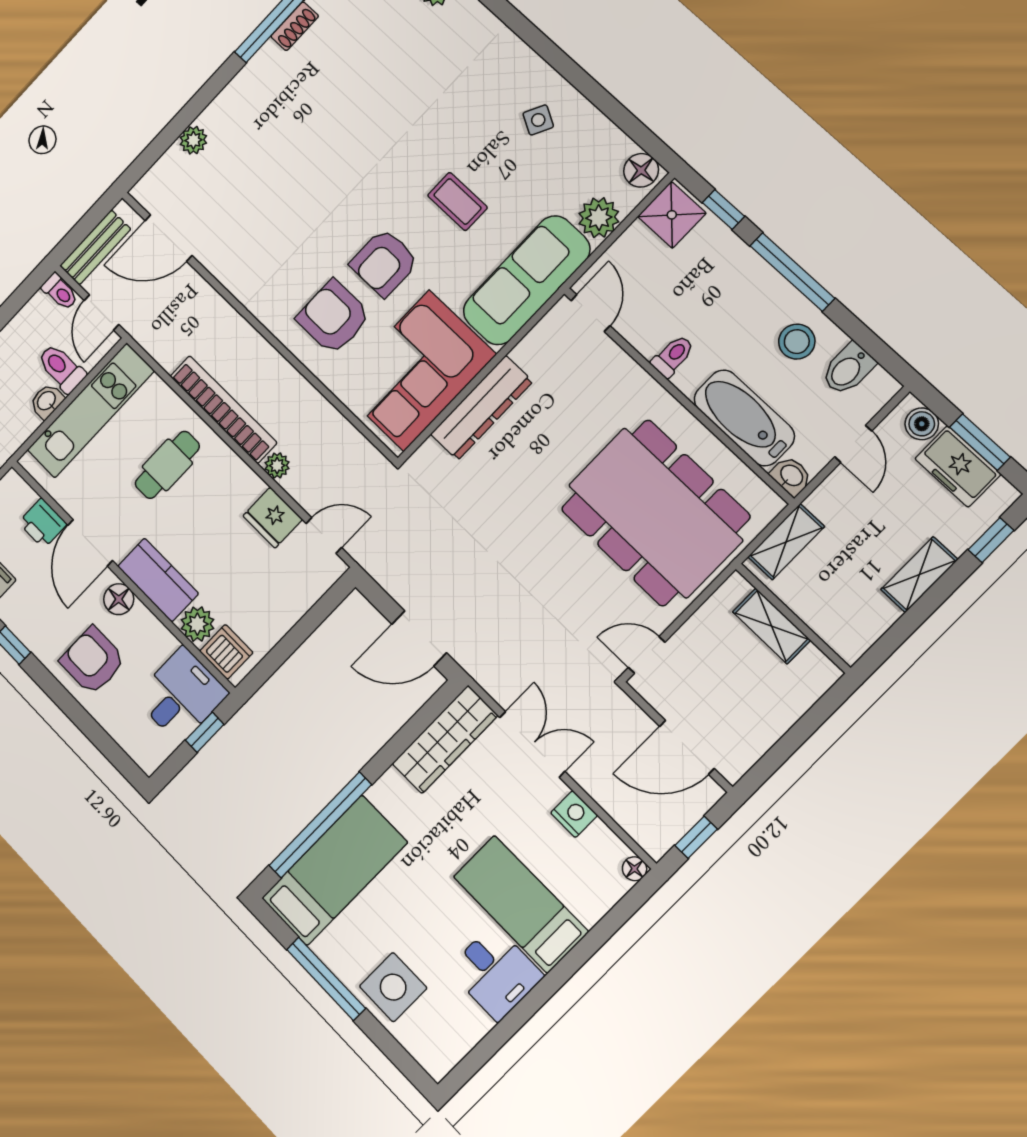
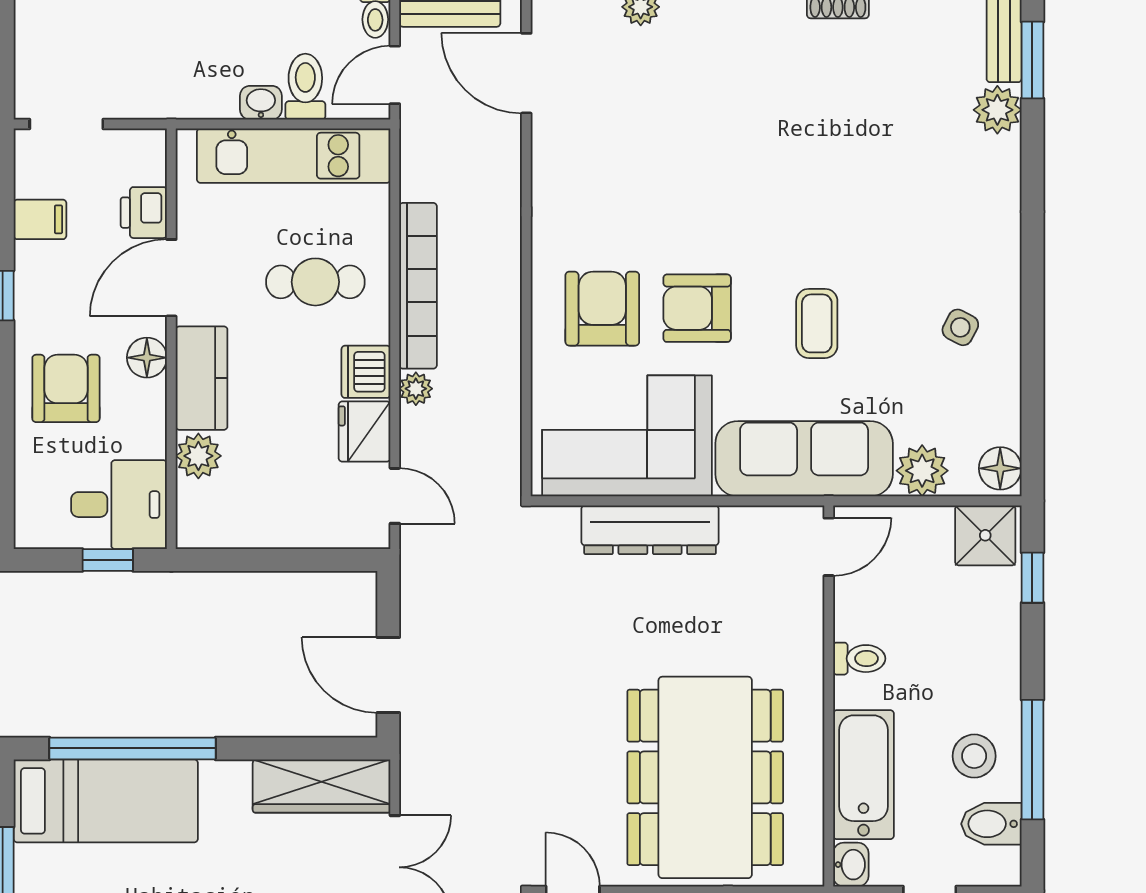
window: (792, 272) -> (1032, 760), moved
dishwasher: (226, 652) -> (366, 372), moved, turned 180

